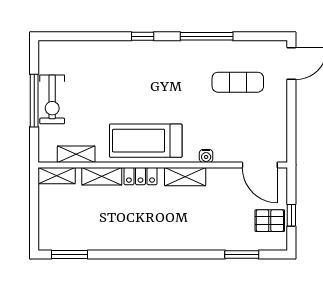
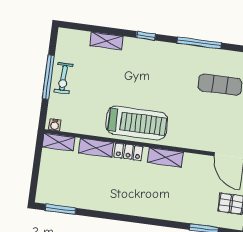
exercise bike: (52, 99) -> (63, 78), width x0.73, depth x0.72
treadmill: (146, 141) -> (137, 123), turned 180
shelving: (76, 154) -> (107, 41), moved
water cooler: (206, 156) -> (55, 125), moved

